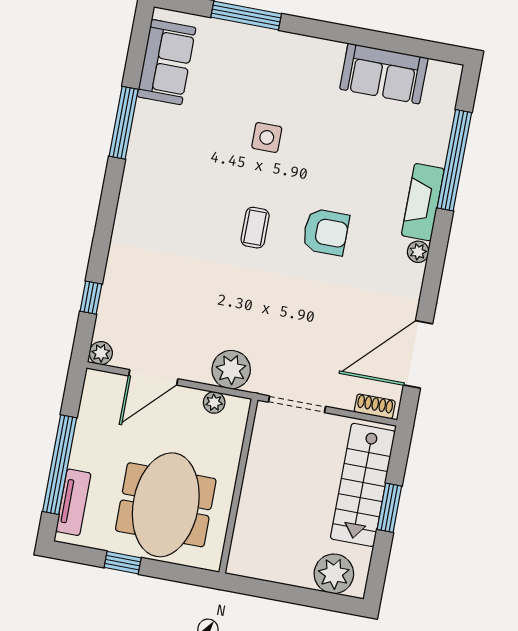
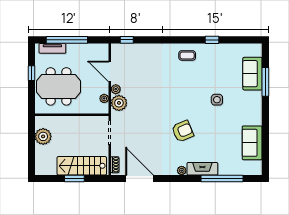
sofa: (166, 62) -> (252, 74), moved, turned 90
window: (124, 123) -> (212, 40), width x0.46
coffee table: (255, 228) -> (187, 55), moved
armchair: (326, 232) -> (183, 131), turned -113
window: (91, 298) -> (127, 40), moved
plant: (101, 353) -> (116, 89), moved
plant: (334, 574) -> (43, 136), moved

